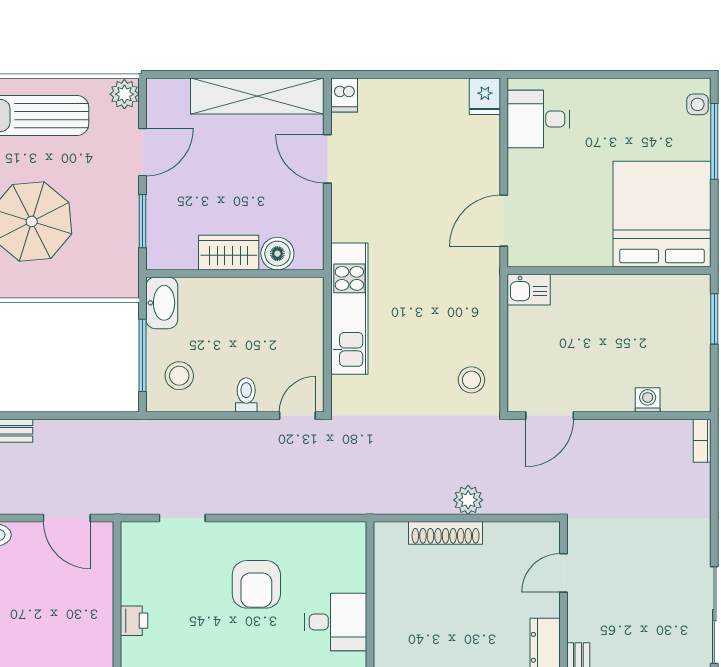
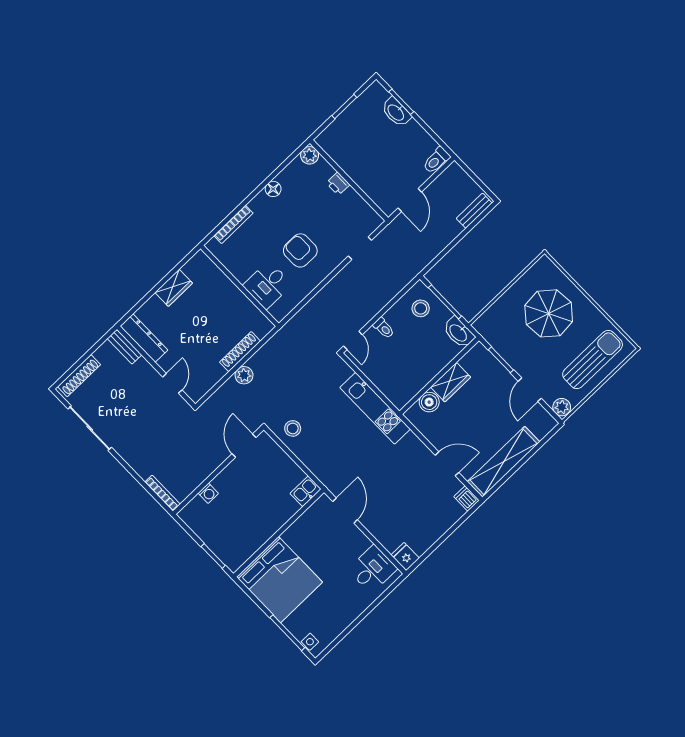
bookcase: (702, 441) -> (163, 493), width x1.56
door: (67, 518) -> (410, 200), swing flipped
desk: (336, 622) -> (267, 285), moved

